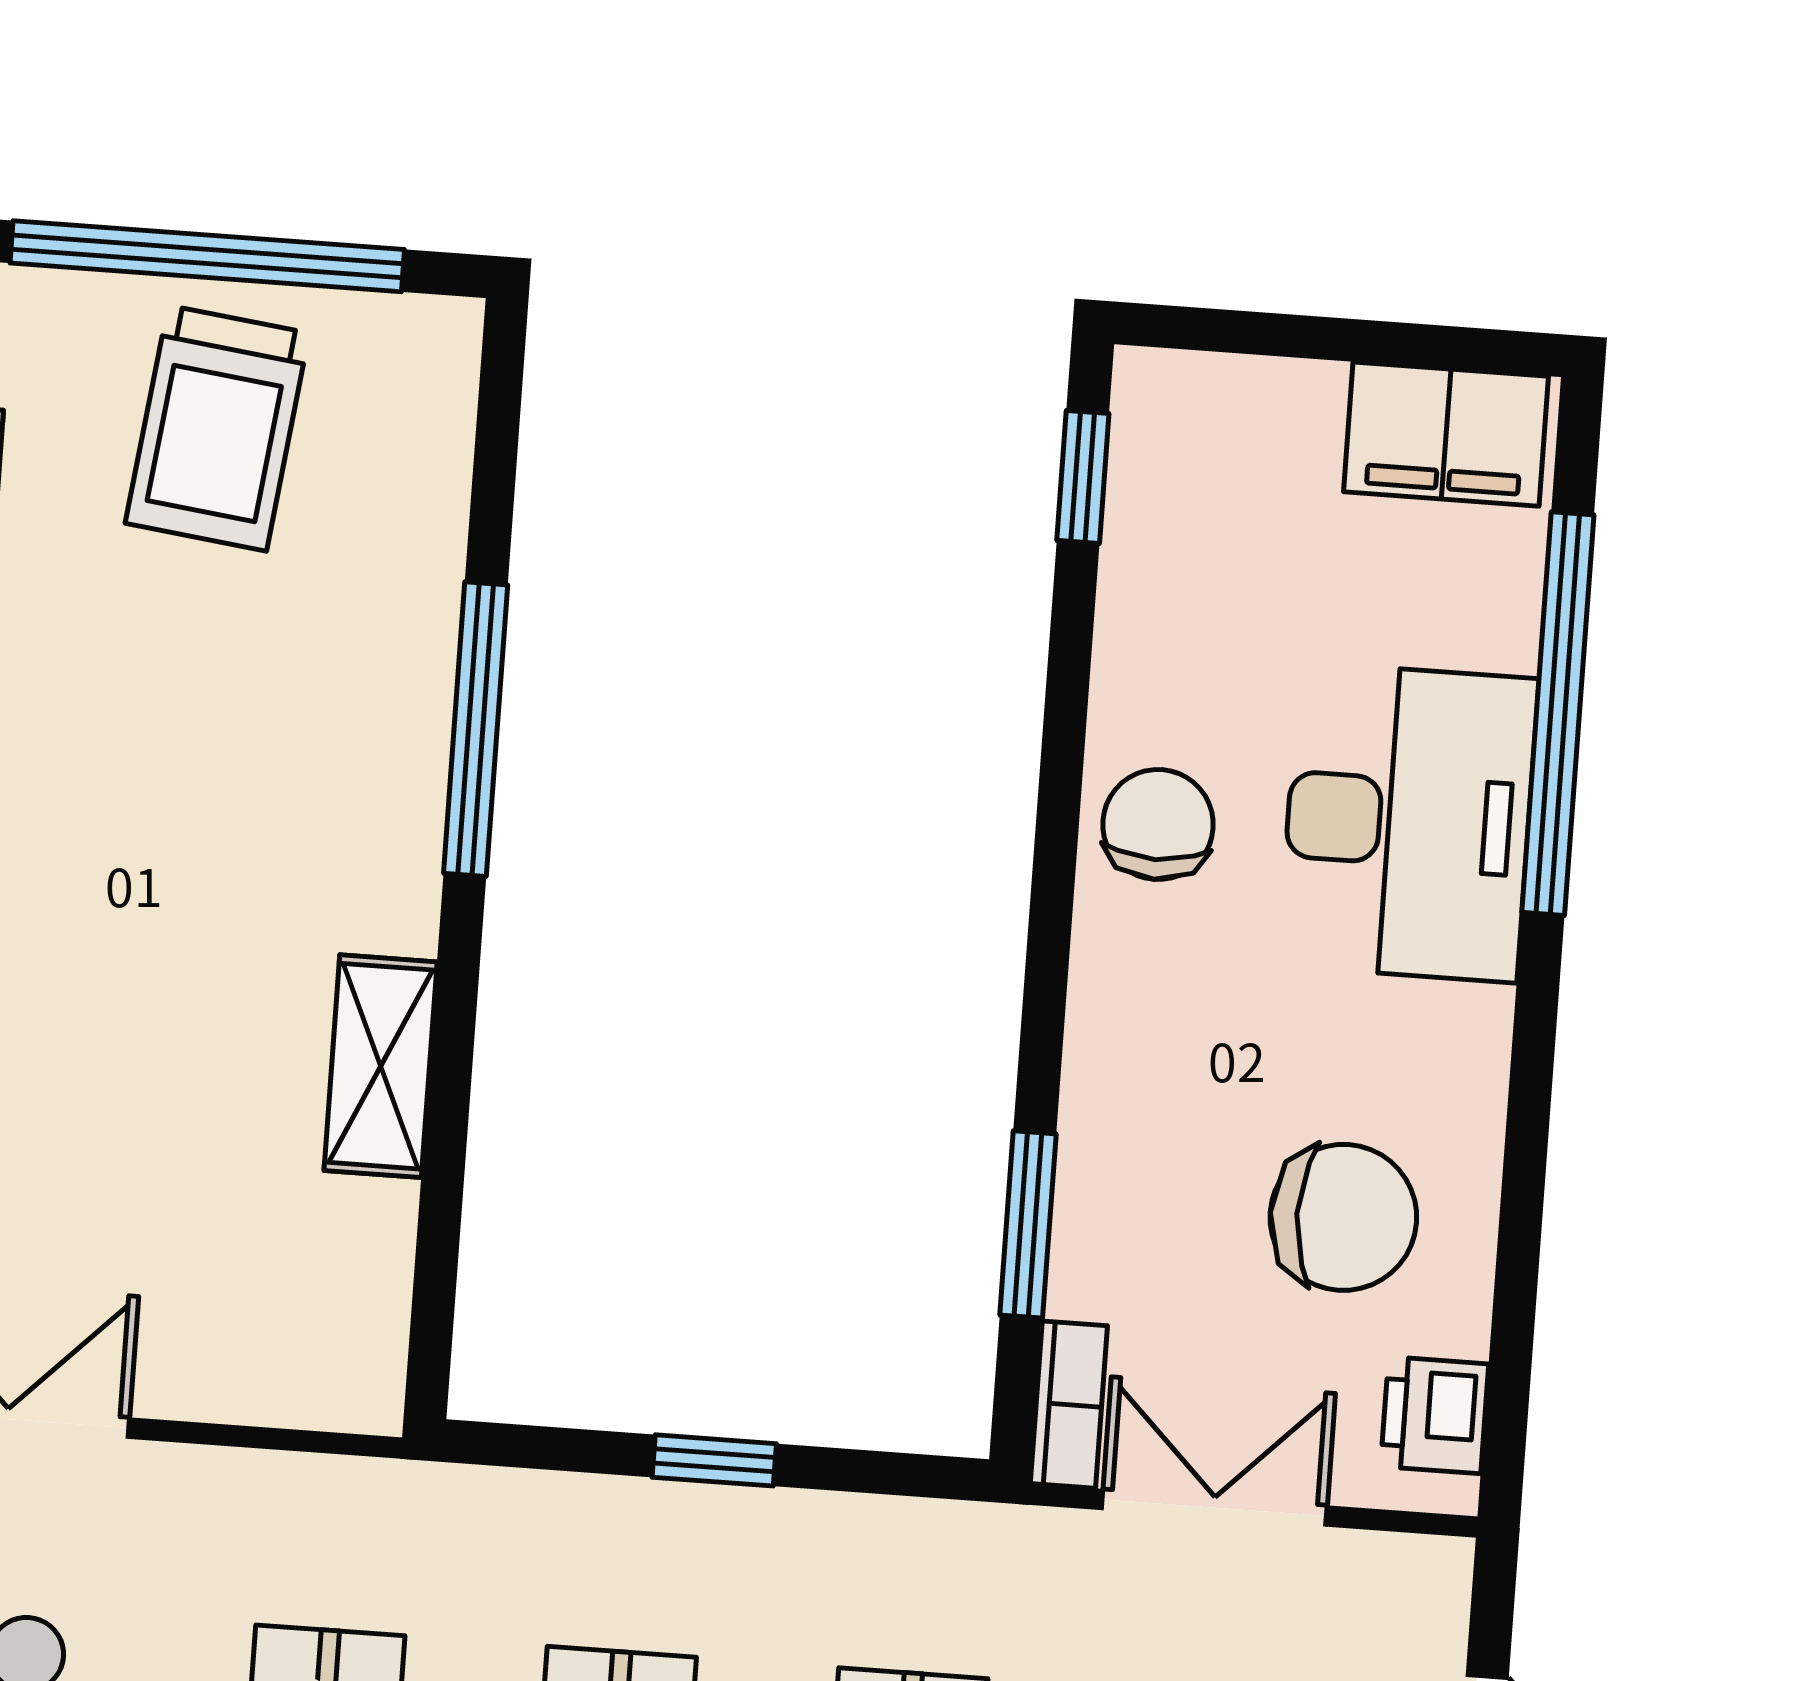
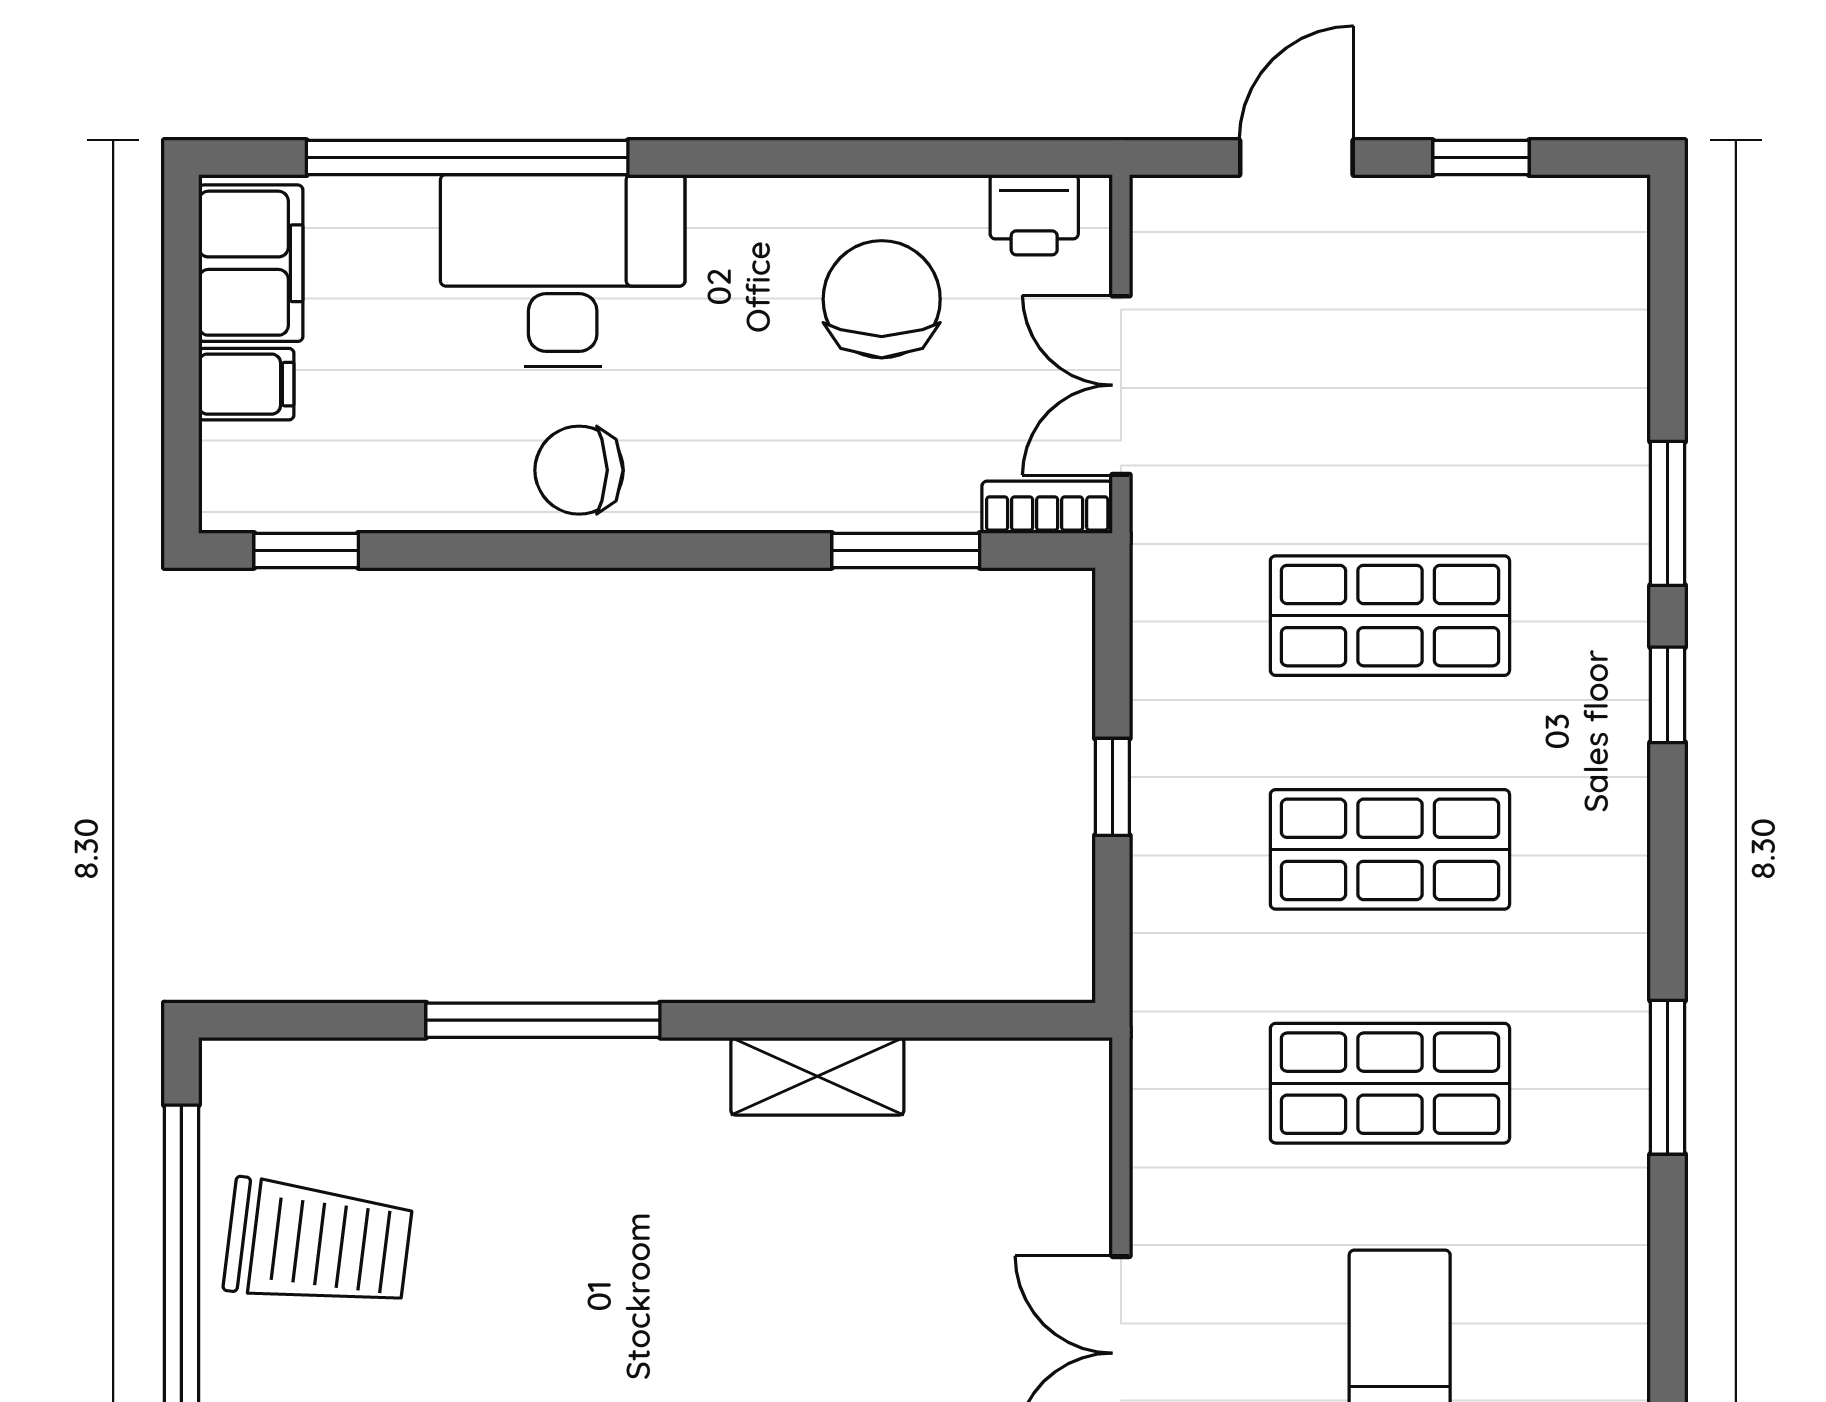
filing cabinet: (1296, 417) -> (246, 384), added

